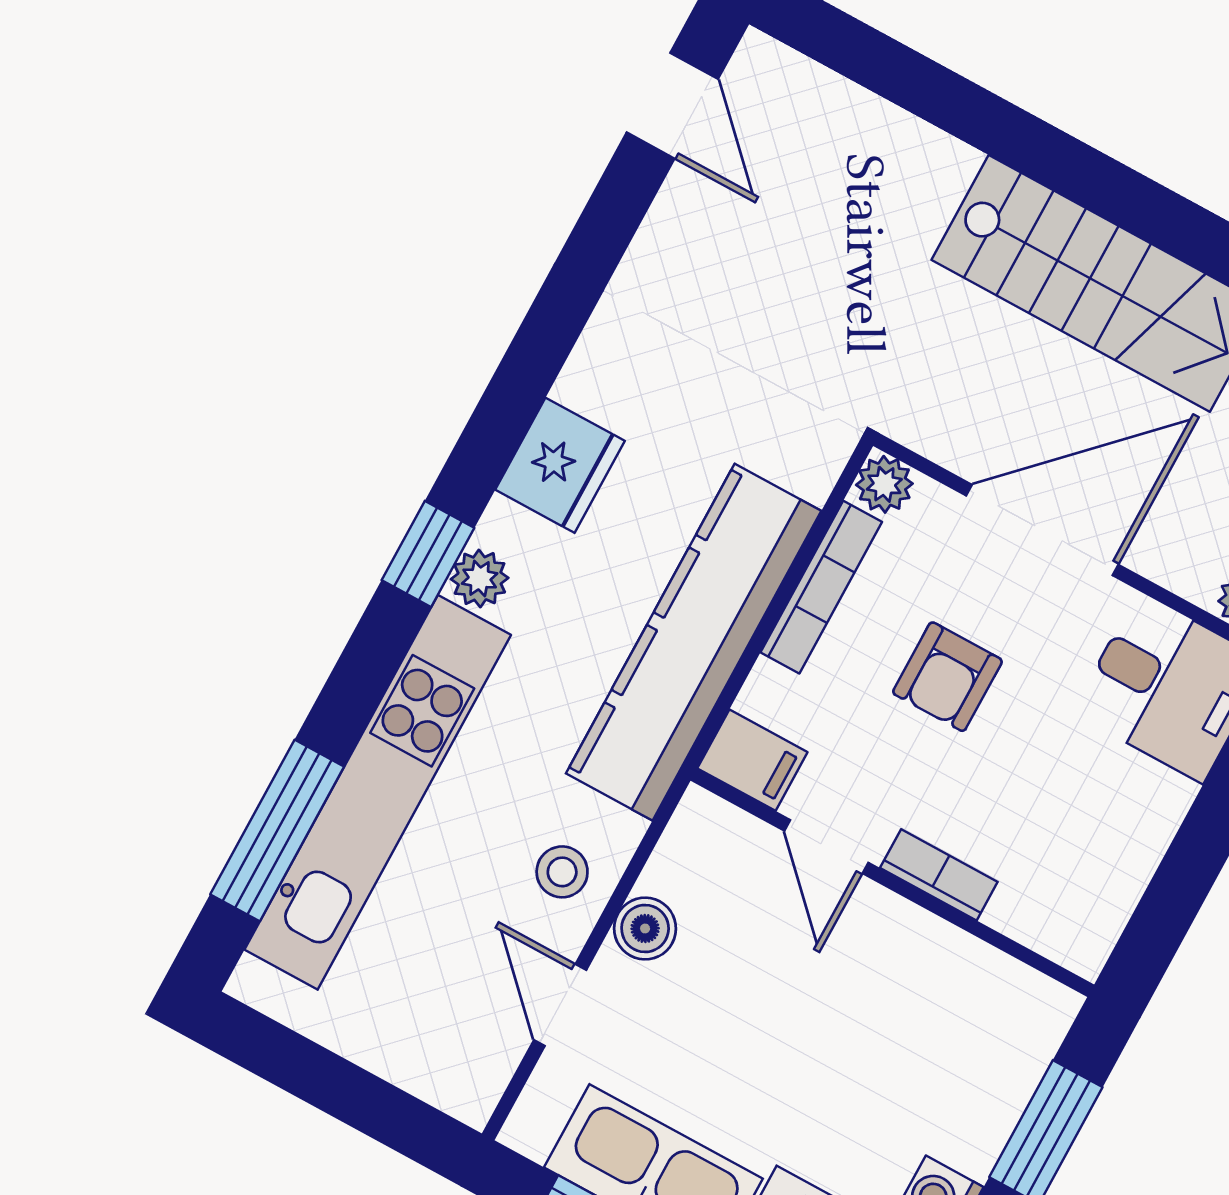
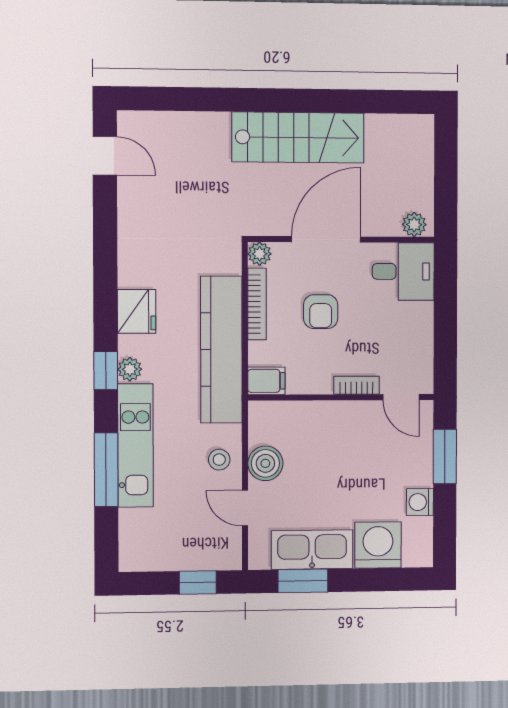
kitchen unit: (378, 792) -> (135, 445), width x0.73
window: (277, 831) -> (106, 470), moved
door: (826, 847) -> (401, 397), moved
boiler: (645, 929) -> (265, 463), width x1.36, depth x1.36
window: (375, 1107) -> (198, 582), added

